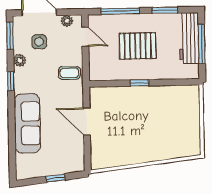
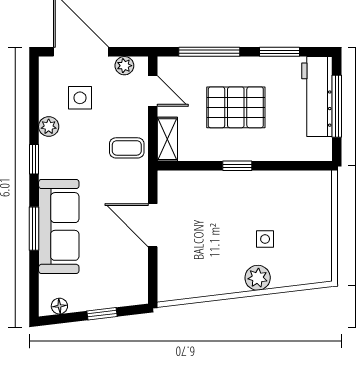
window: (10, 36) -> (34, 229), moved
shelving: (95, 67) -> (167, 139), added
side table: (158, 129) -> (265, 239), added
plant: (154, 153) -> (258, 278), added
floor lamp: (29, 174) -> (59, 306), added

